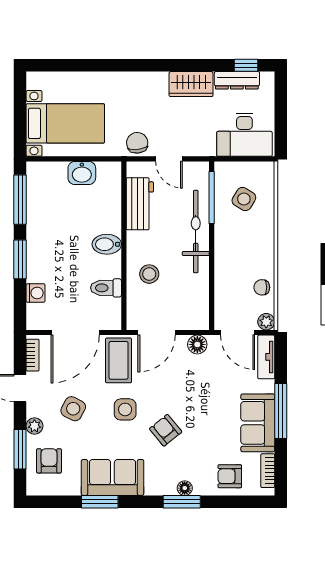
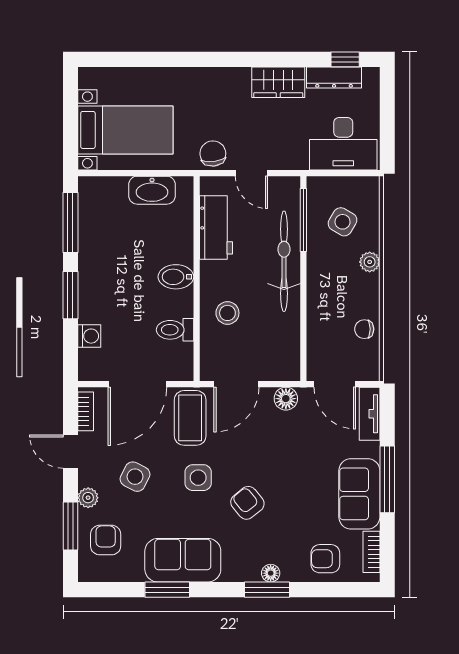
washbasin: (82, 173) -> (152, 190), width x1.38
plant: (266, 322) -> (370, 262), moved

